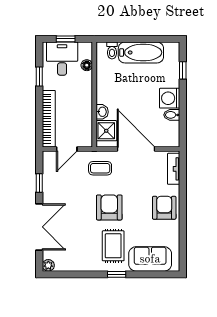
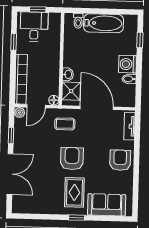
floor lamp: (87, 65) -> (54, 100), moved
plant: (48, 265) -> (20, 113), moved

